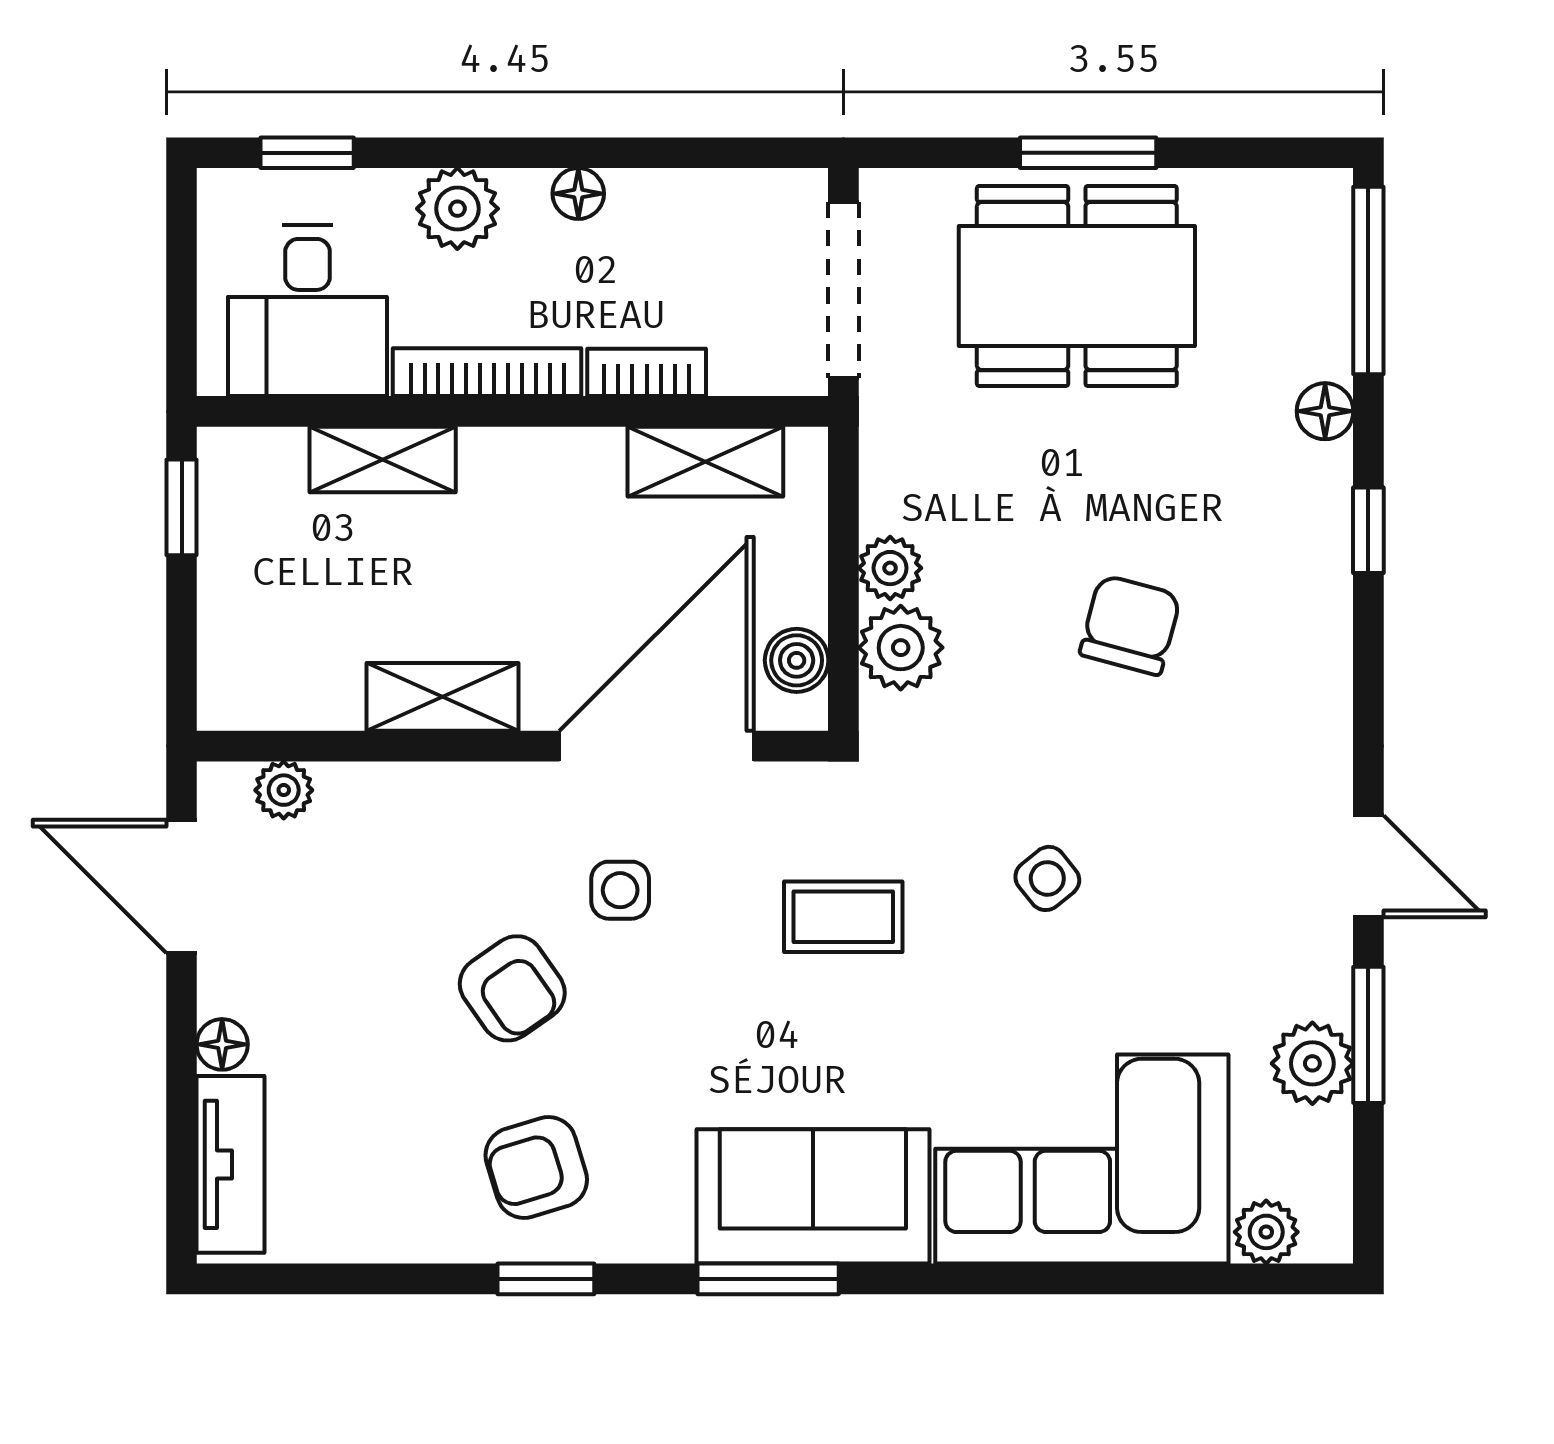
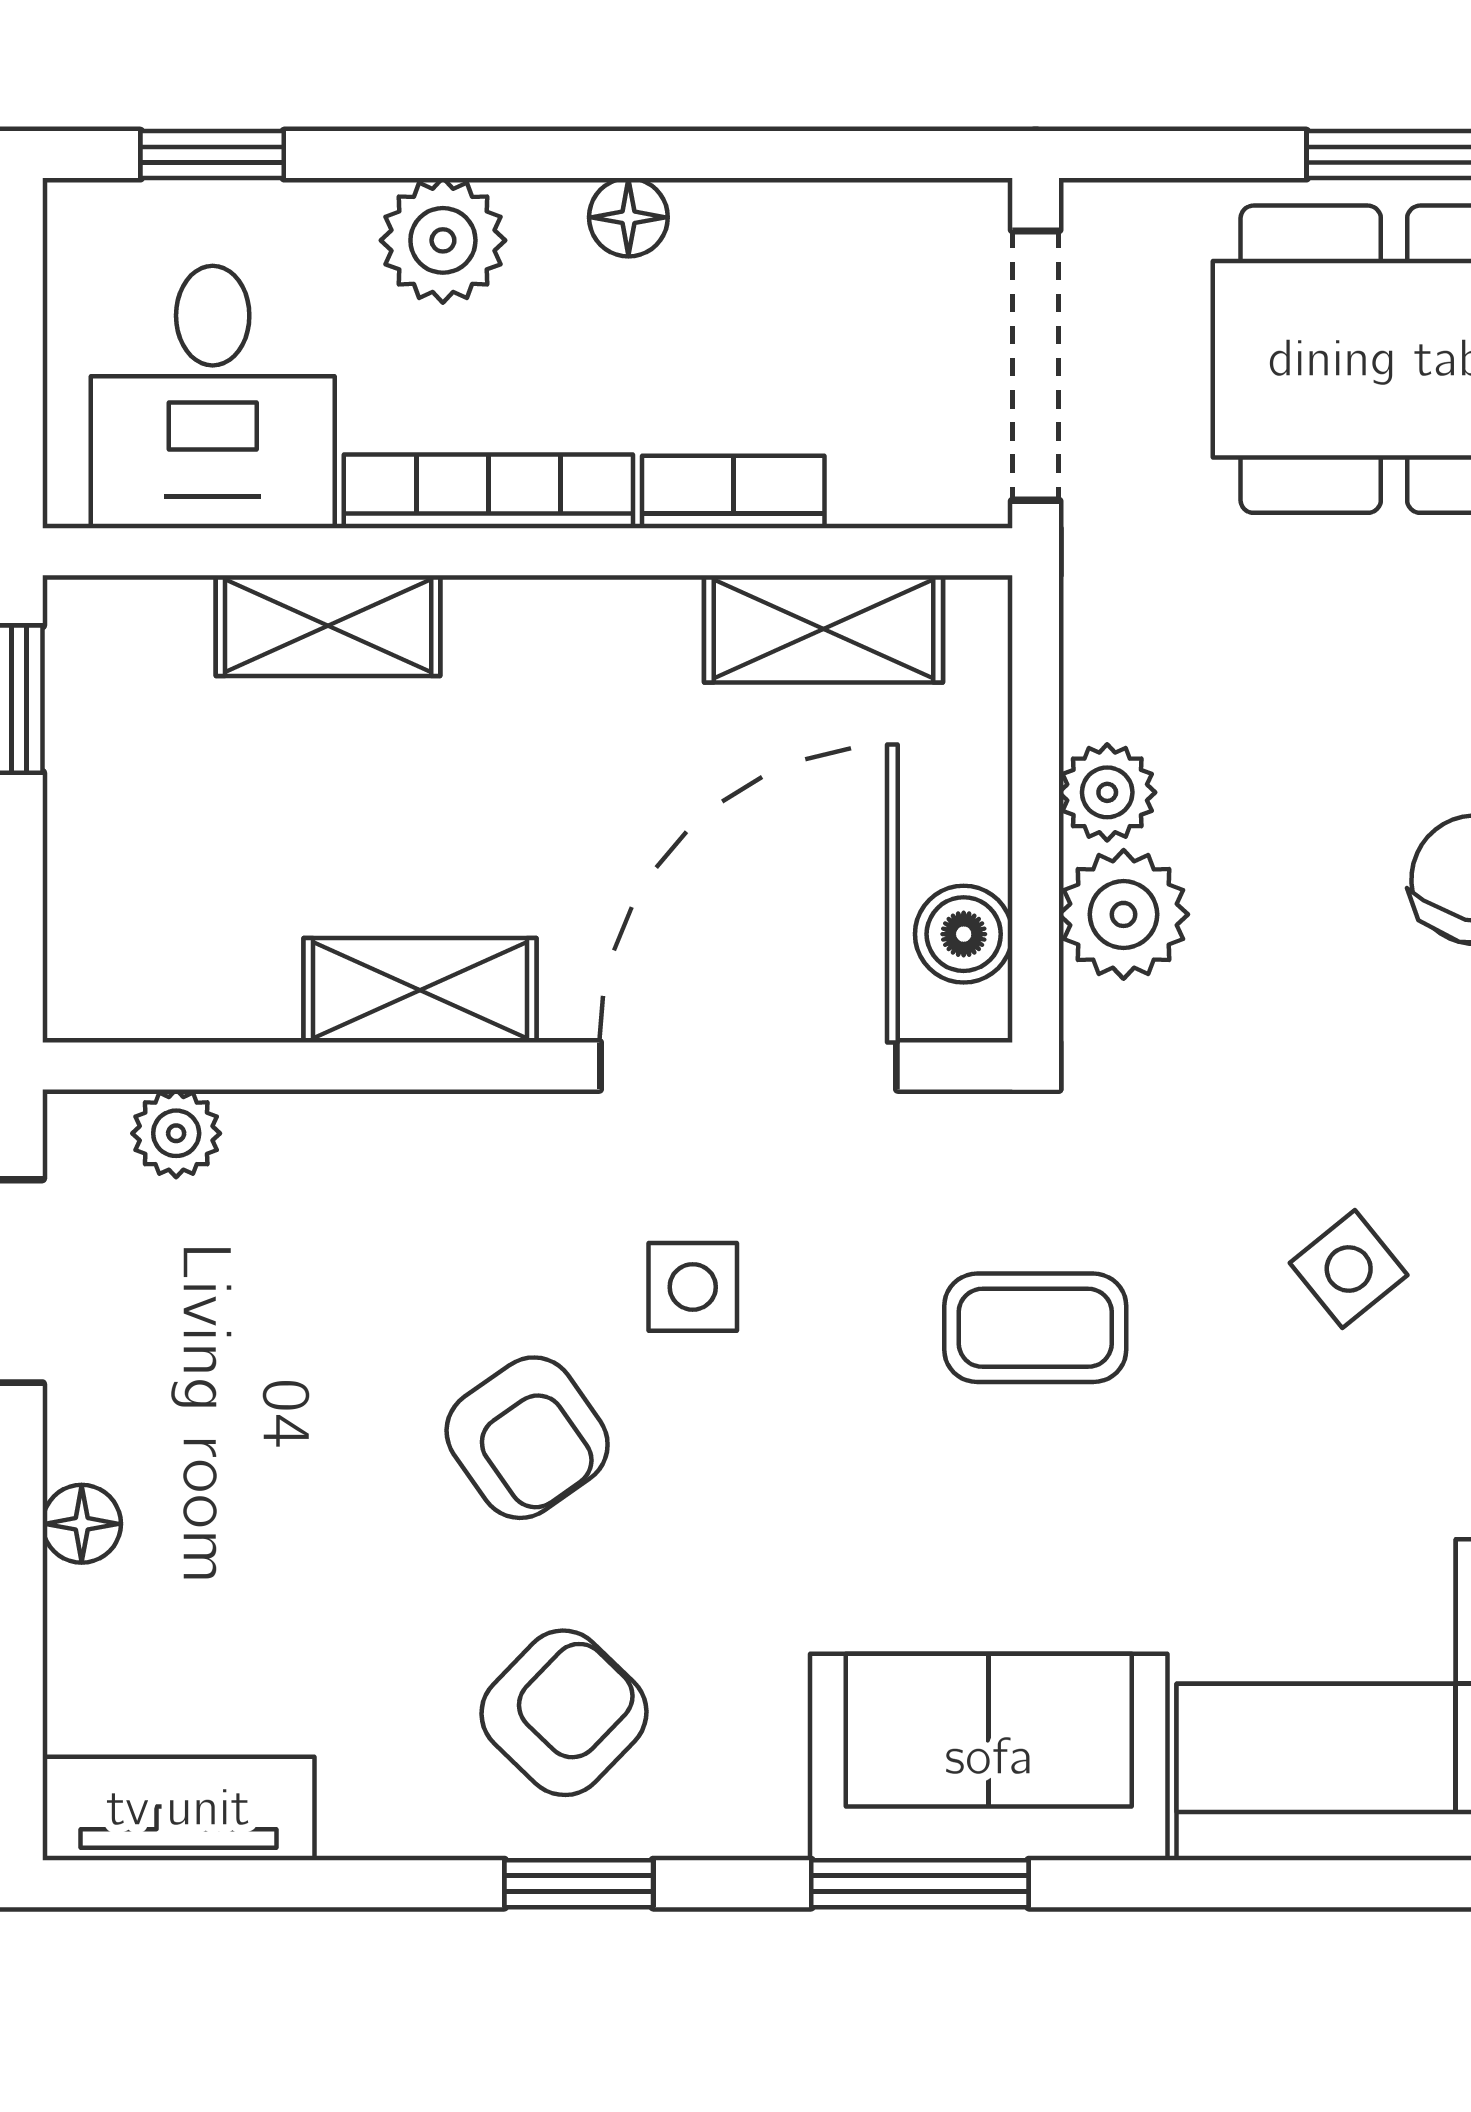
tv unit: (231, 1164) -> (178, 1808), moved, turned -90
armchair: (536, 1167) -> (564, 1713), turned 151

